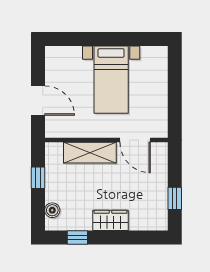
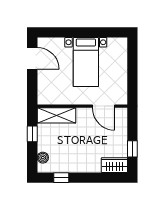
door: (38, 101) -> (32, 58), moved
shelving: (90, 153) -> (56, 115), moved
wardrobe: (111, 220) -> (114, 165), moved

